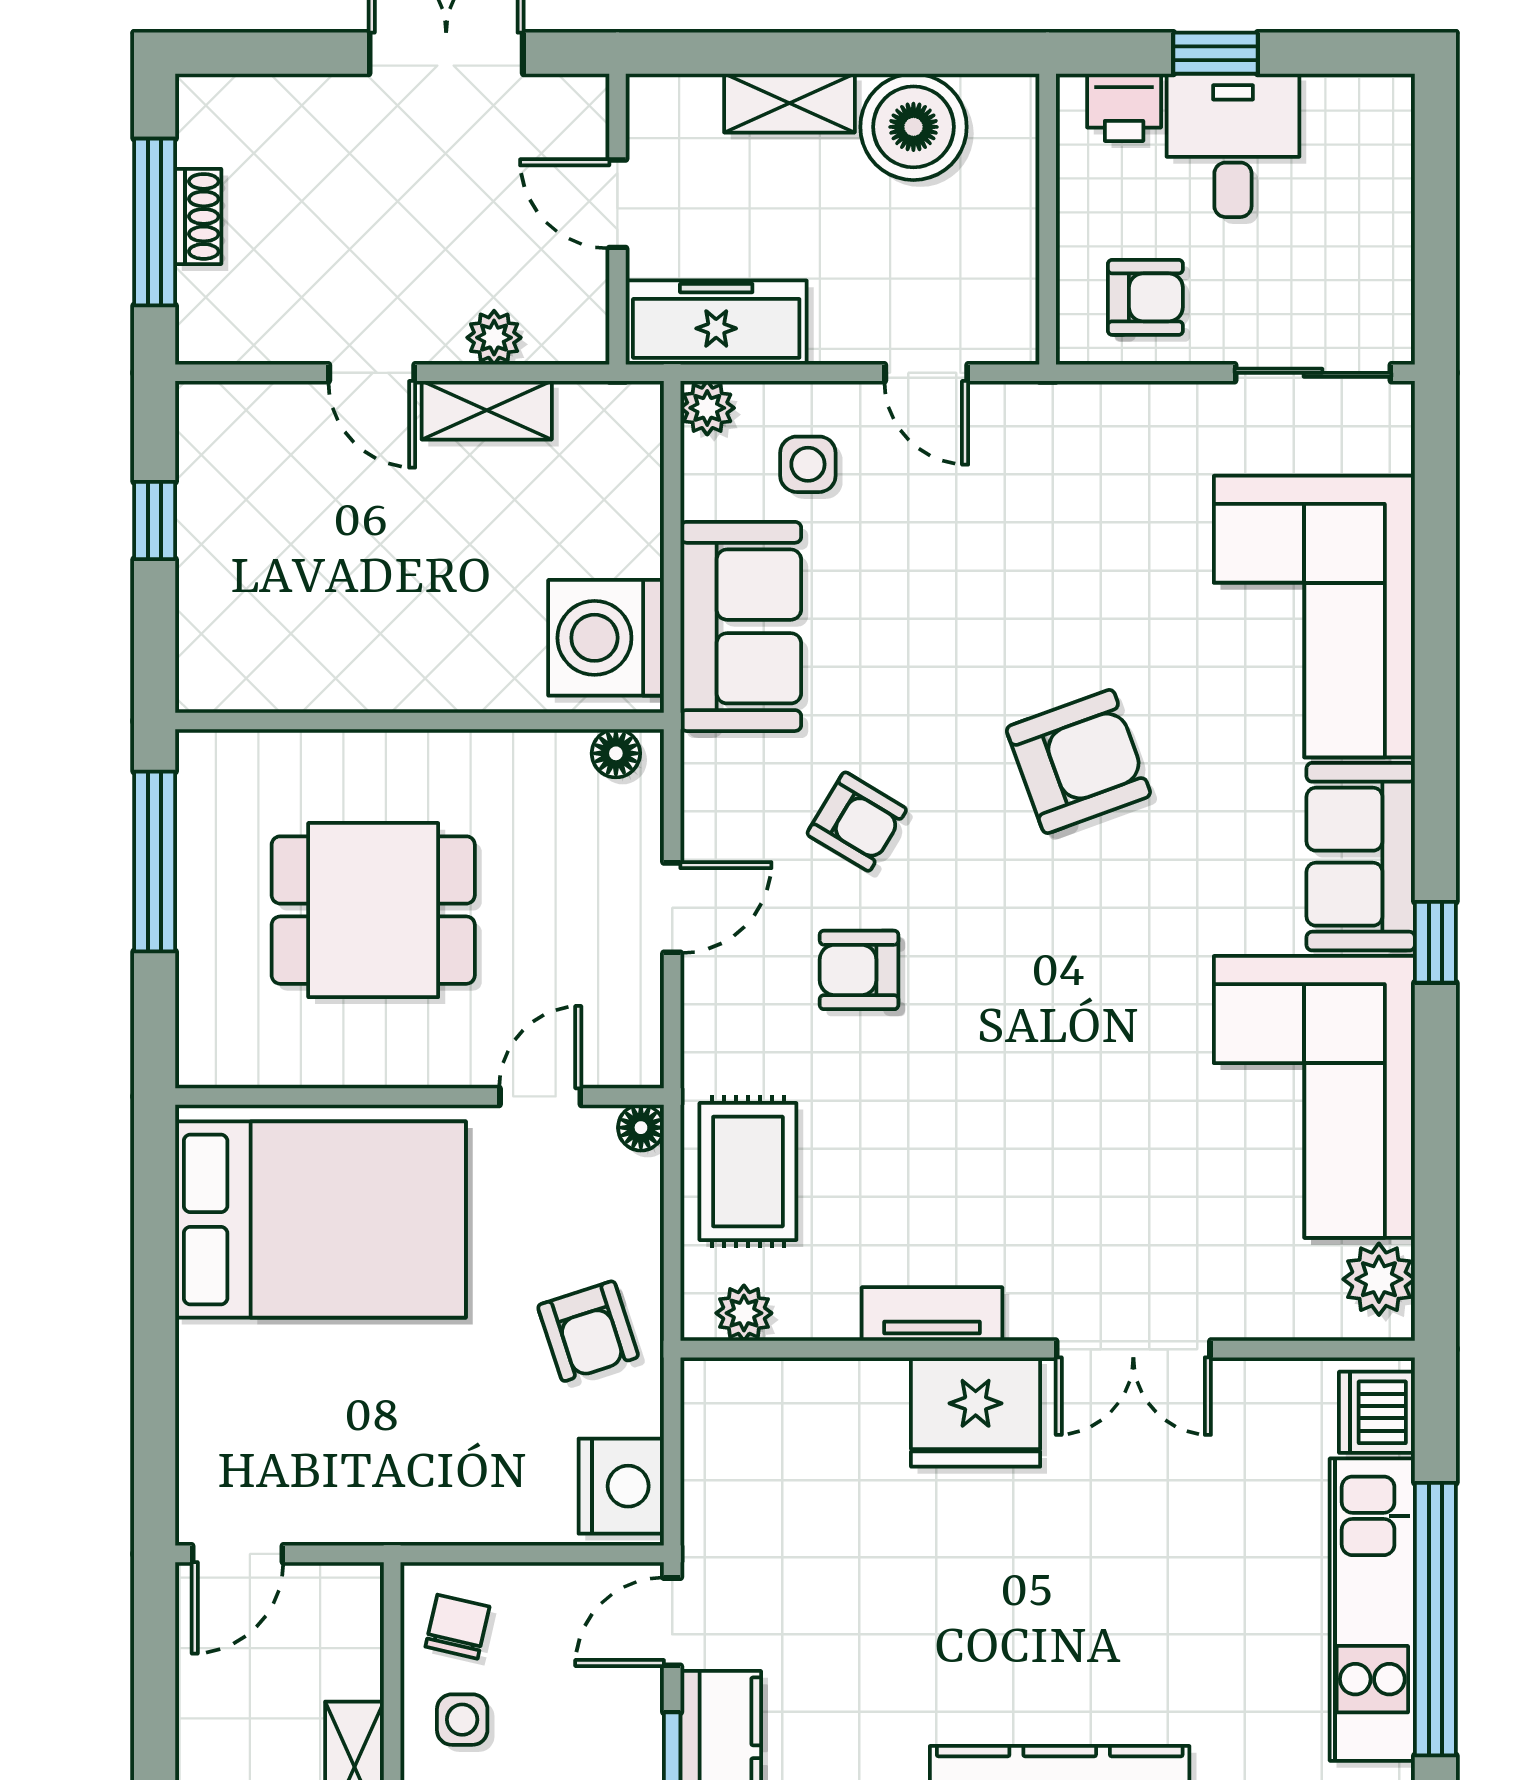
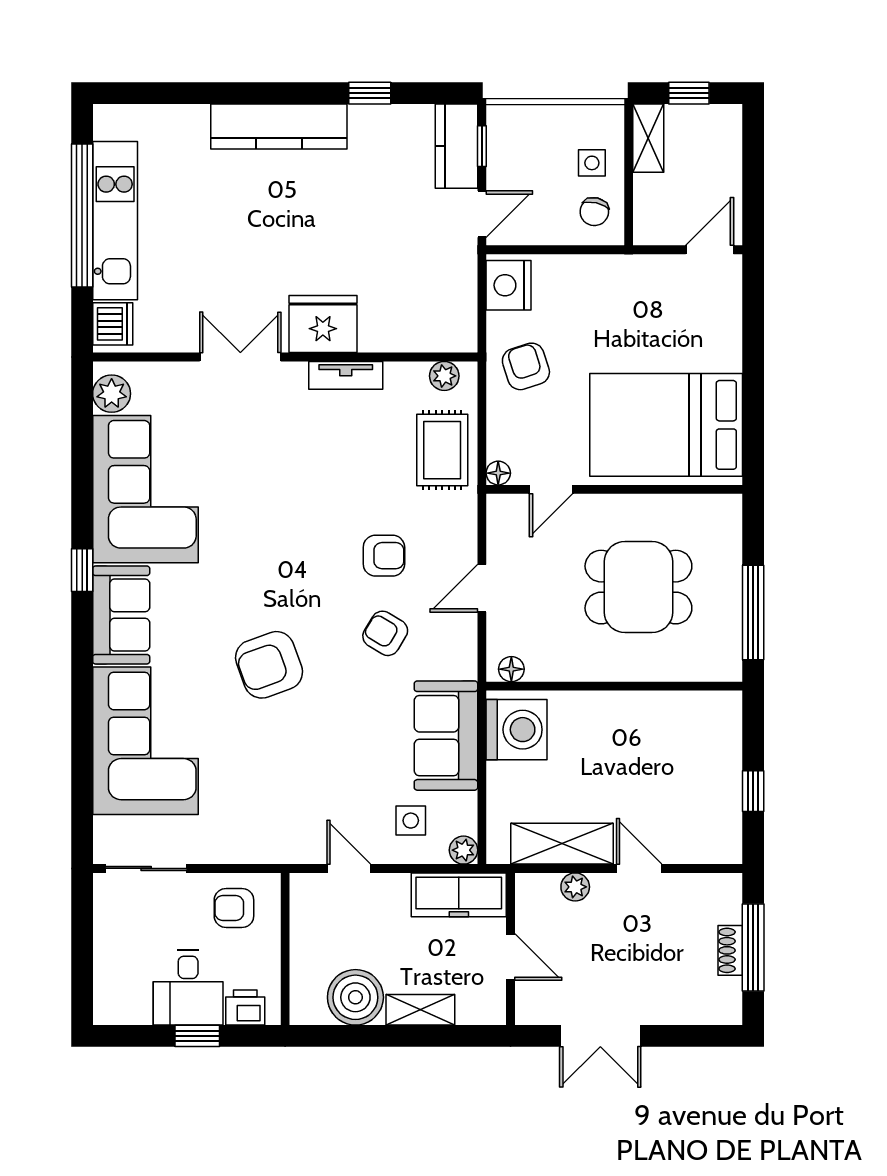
shelving: (487, 410) -> (562, 844), width x1.50, depth x1.33

